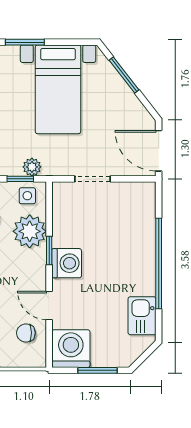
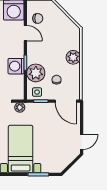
plant: (32, 167) -> (20, 107), moved
washing machine: (67, 263) -> (16, 66), moved

